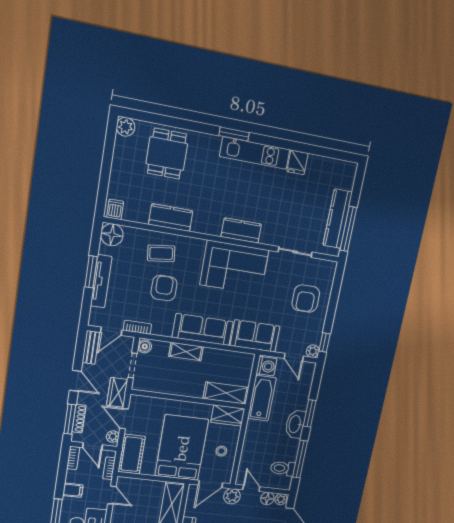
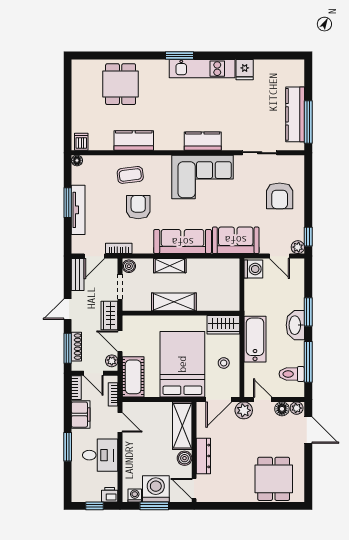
plant: (126, 127) -> (80, 68), removed
floor lamp: (112, 235) -> (77, 160), width x0.53, depth x0.53
door: (75, 381) -> (68, 309), swing flipped
shelving: (226, 393) -> (174, 302), moved
bathtub: (262, 398) -> (255, 339), moved
filing cabinet: (73, 490) -> (81, 415), width x2.00

